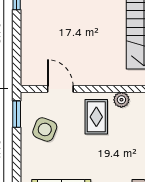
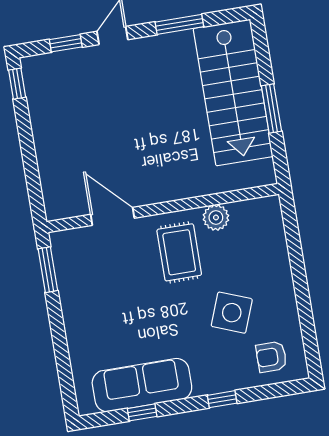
side table: (45, 129) -> (232, 313), moved

